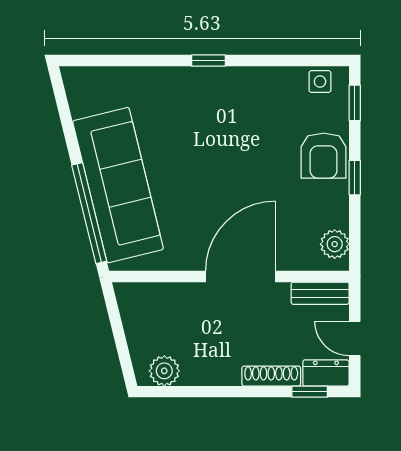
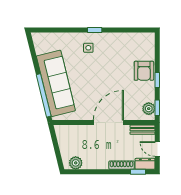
side table: (320, 82) -> (88, 48), moved
window: (355, 103) -> (157, 108), moved

